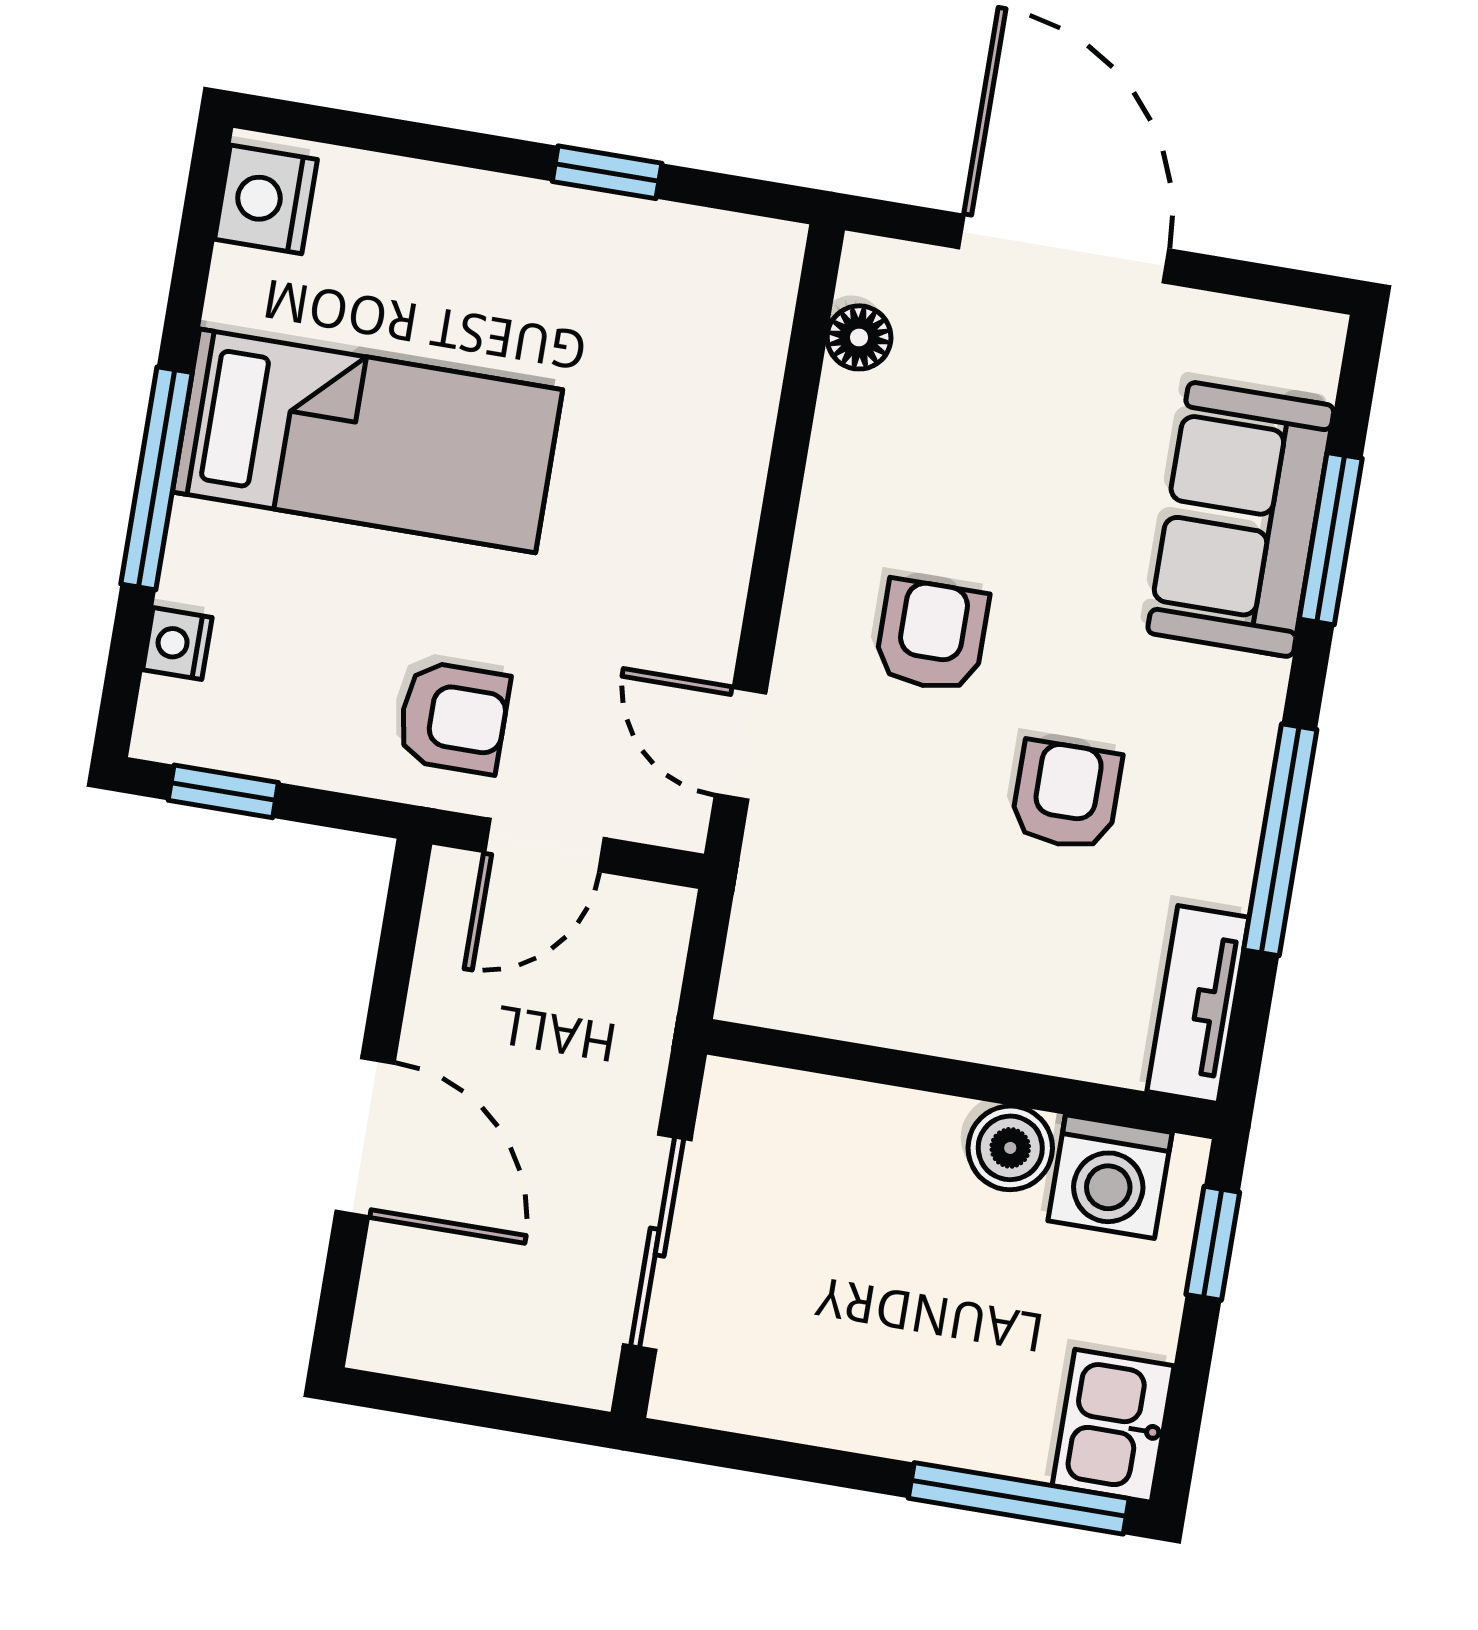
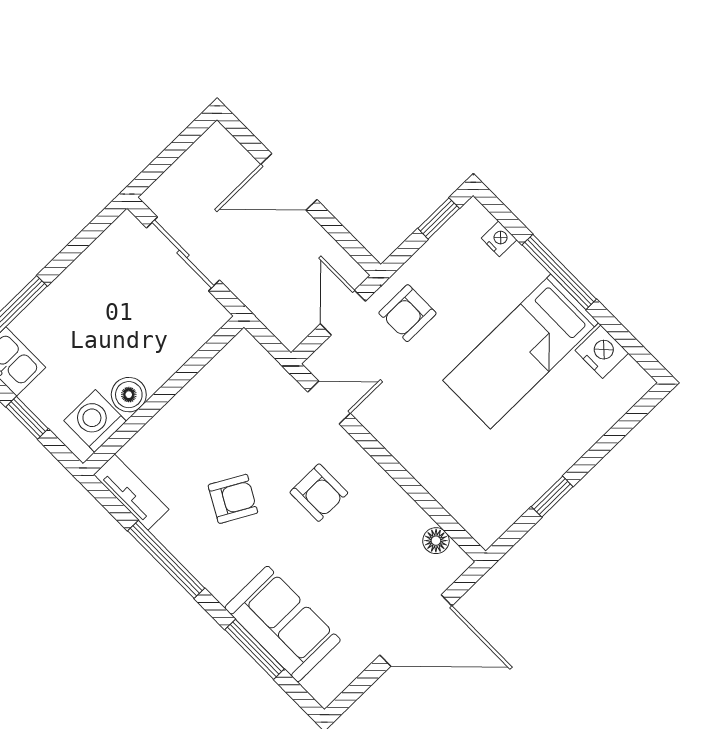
nightstand: (266, 199) -> (602, 352), moved
armchair: (1066, 795) -> (233, 499), turned -61
window: (1213, 1243) -> (27, 418), moved

